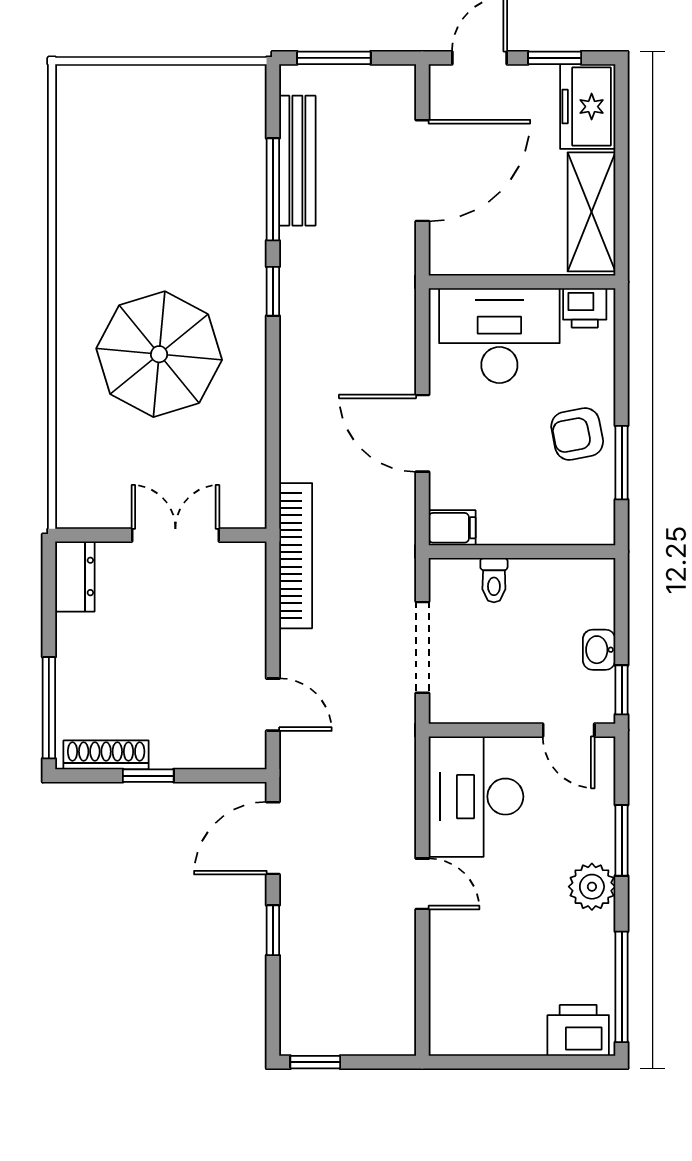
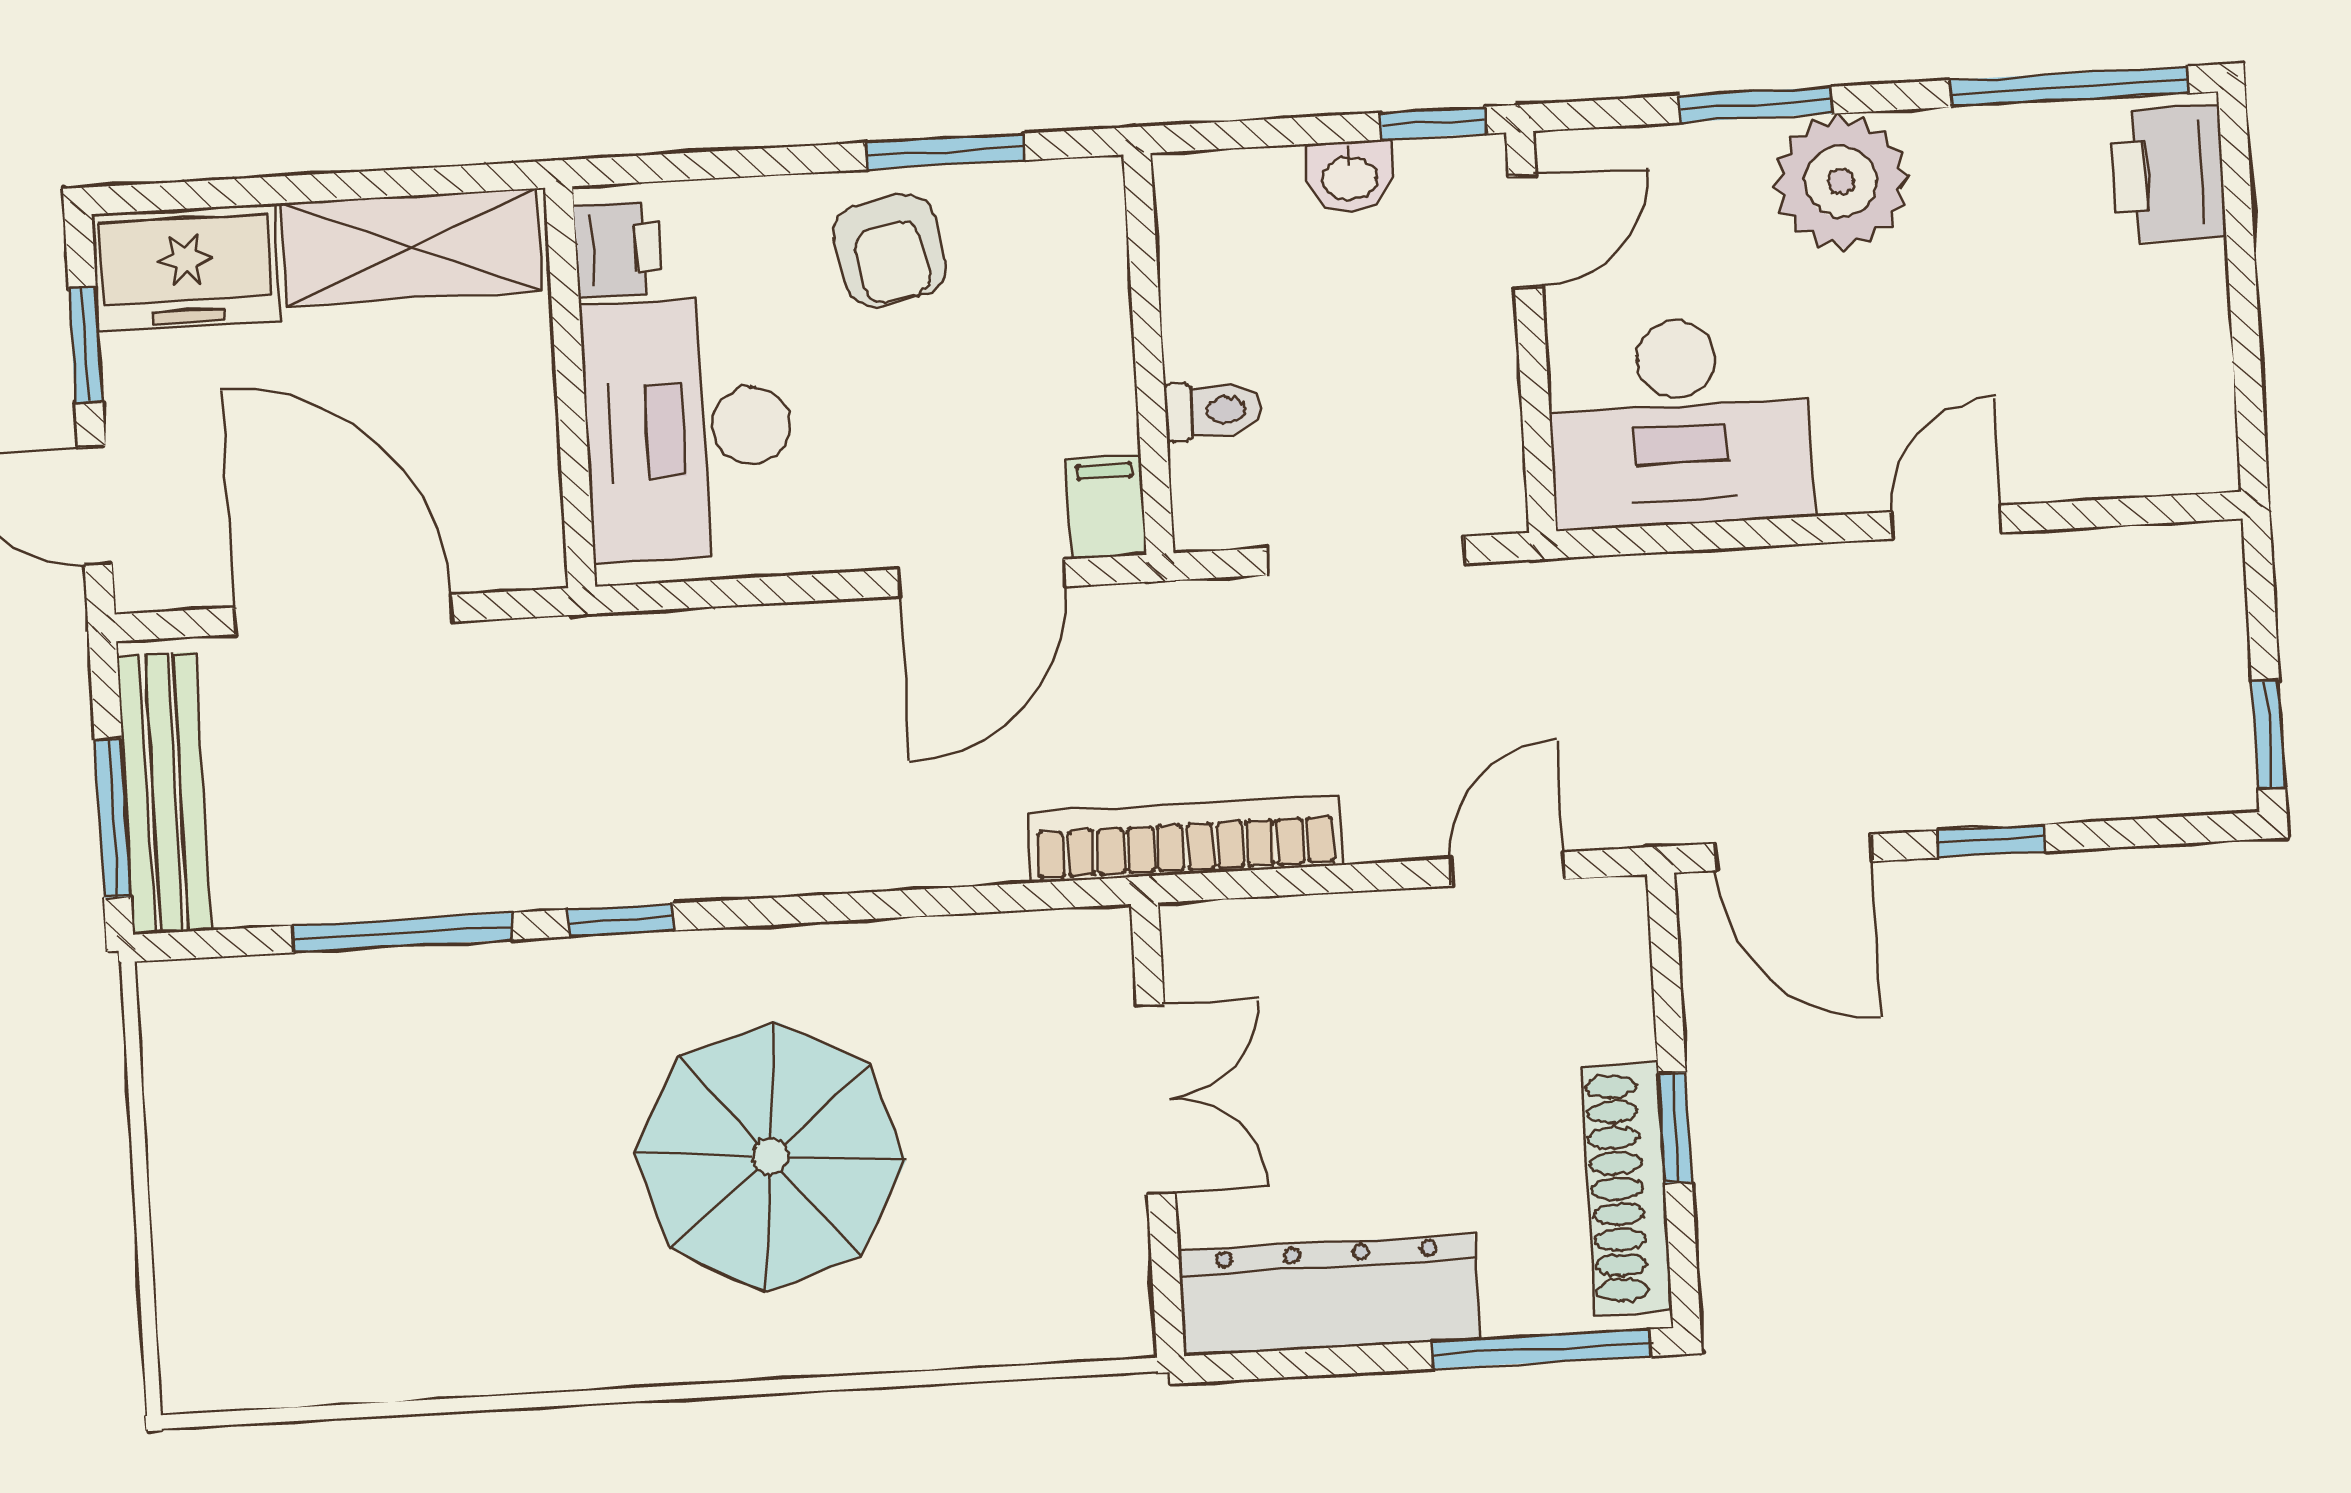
bench: (297, 161) -> (164, 793), moved, turned 90
door: (422, 433) -> (982, 578), moved
double door: (175, 535) -> (1156, 1099), swing flipped
dresser: (75, 576) -> (1329, 1295), width x1.96, depth x1.24
shoe rack: (106, 755) -> (1627, 1188), width x1.36, depth x1.24
door: (422, 884) -> (1946, 522), moved
plant: (592, 887) -> (1841, 182), width x1.36, depth x1.36

